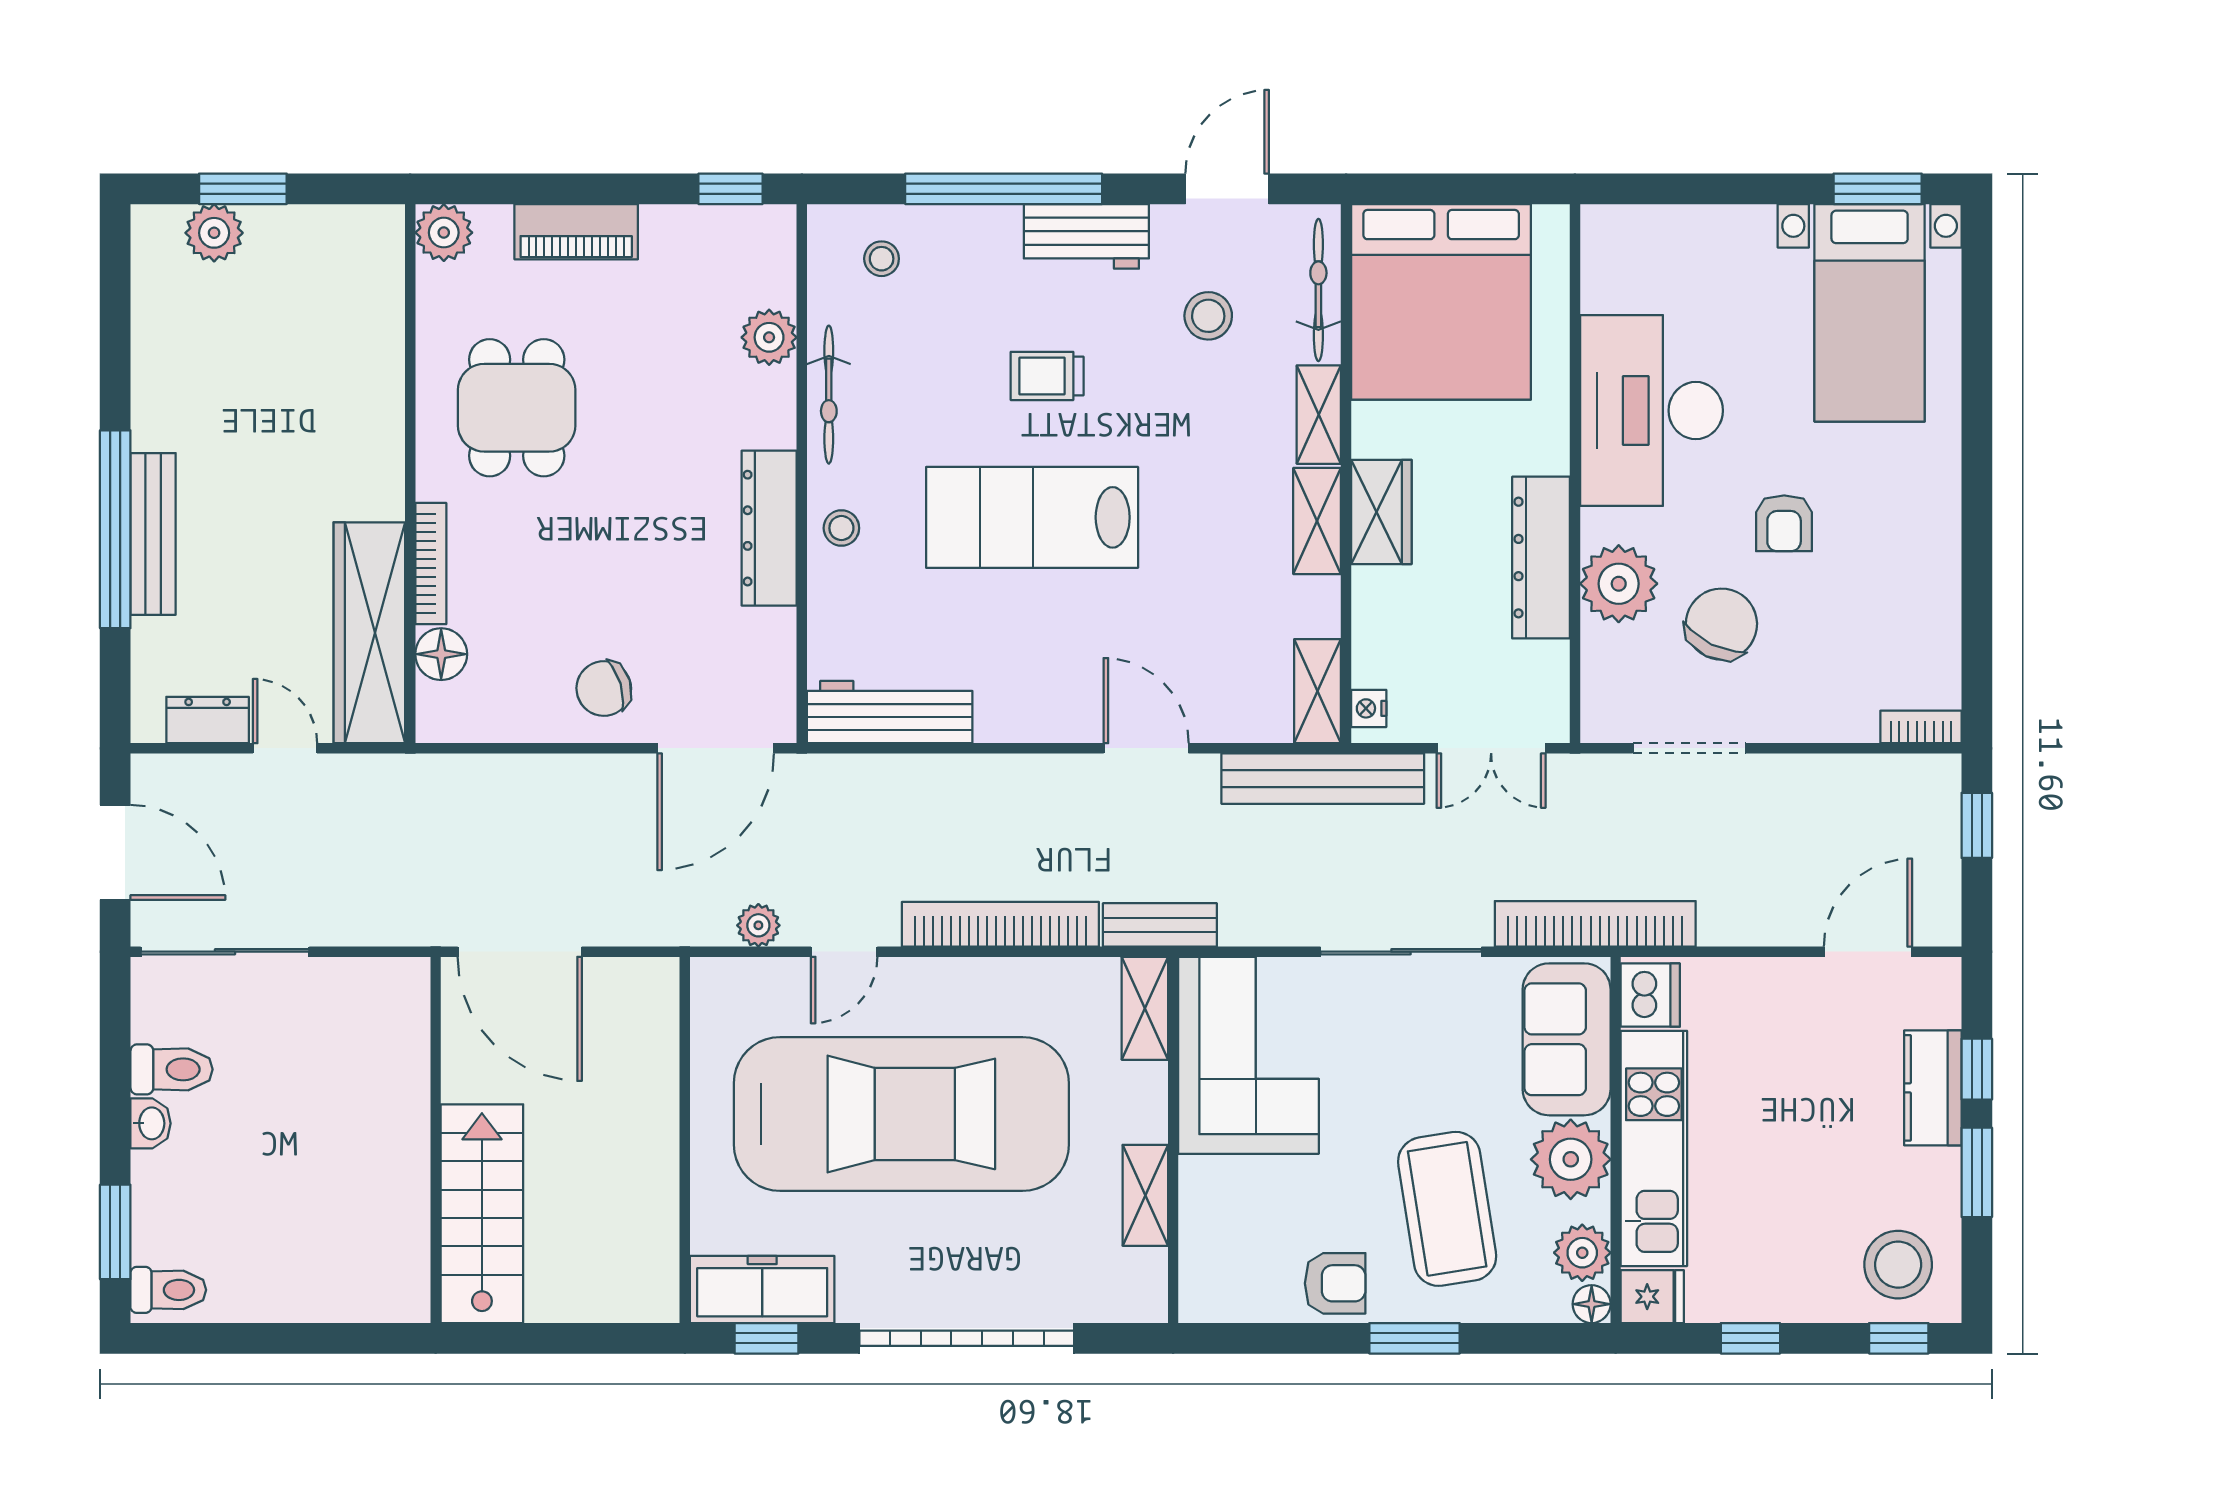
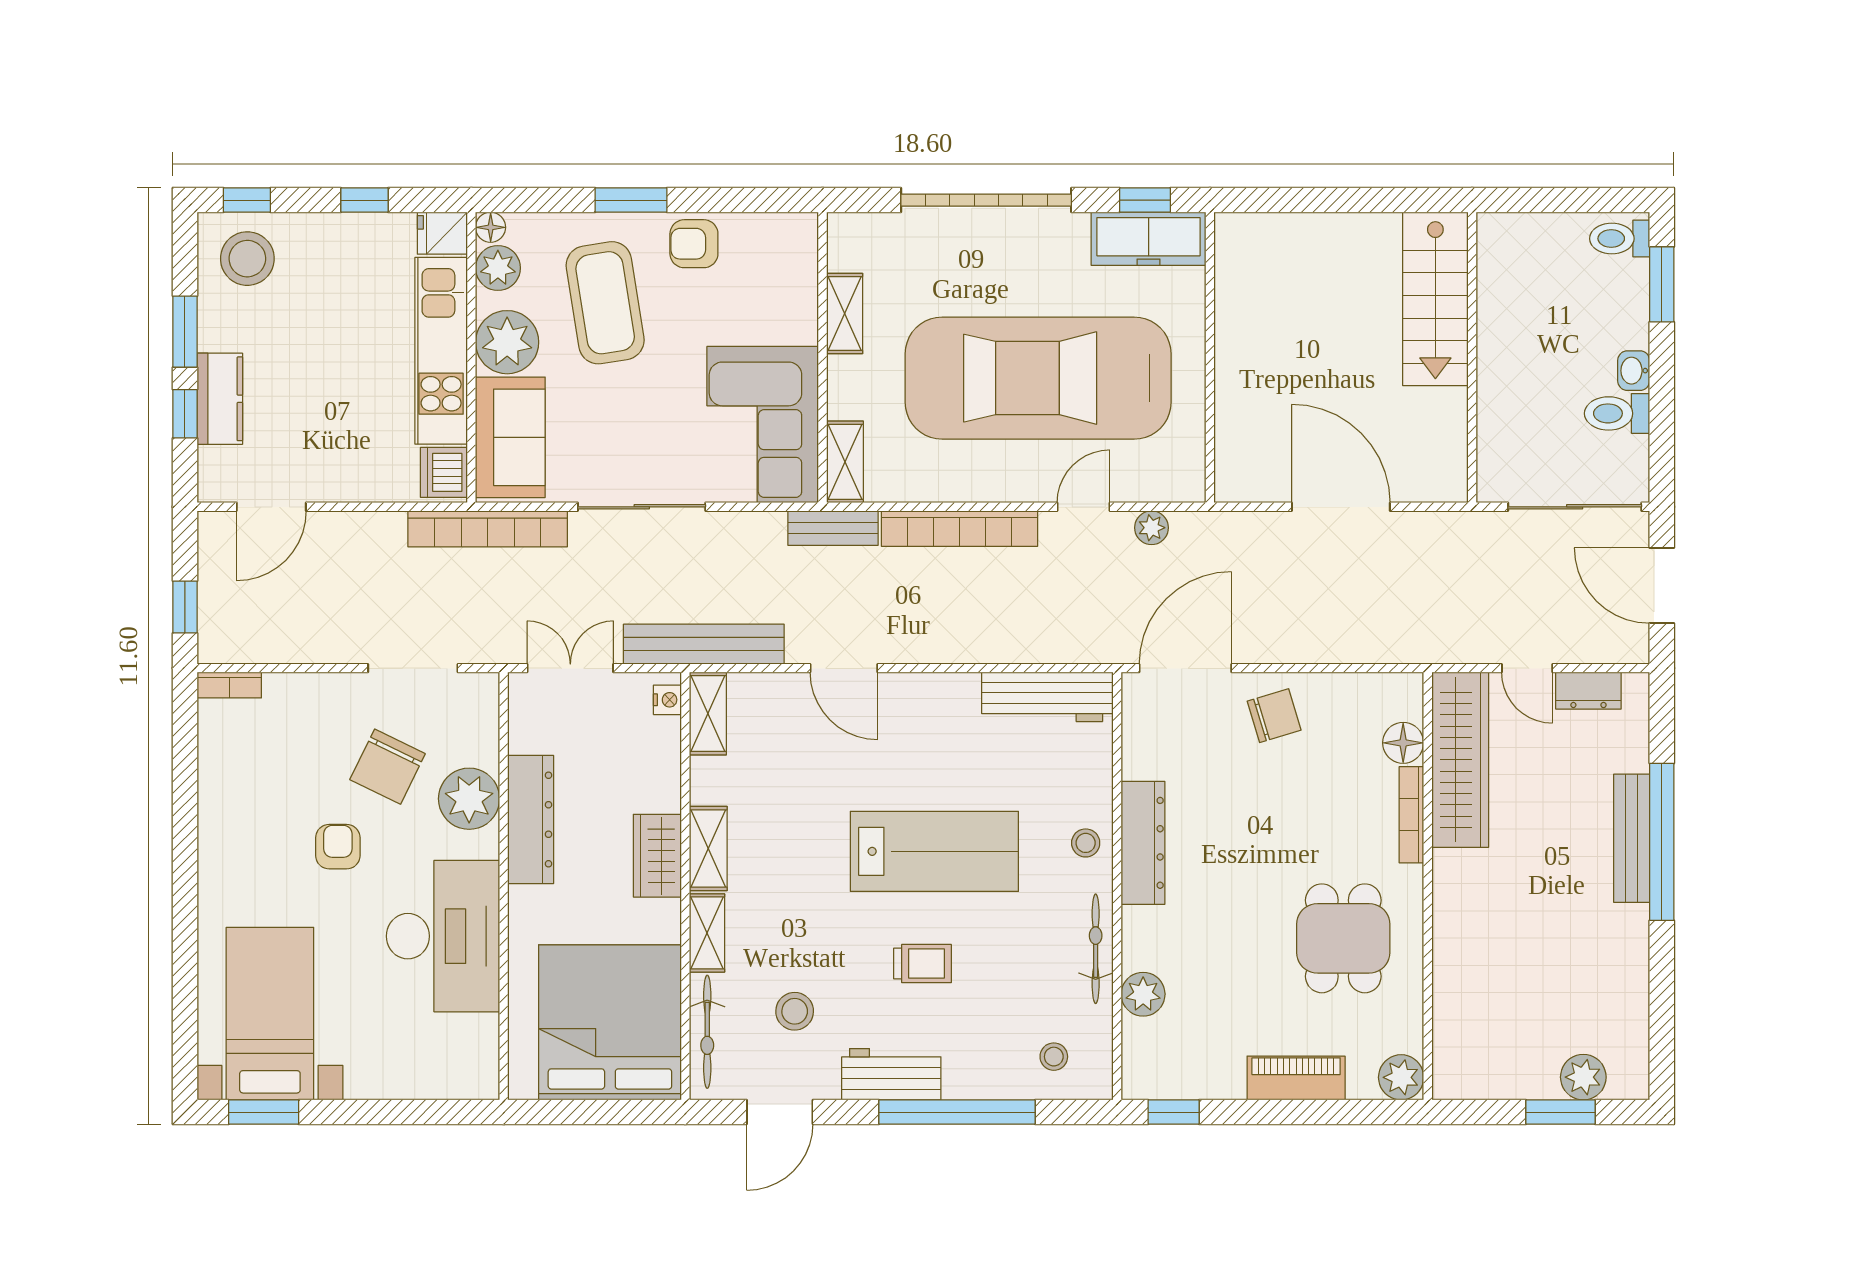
wall: (436, 1140) -> (1472, 357), moved
stairs: (482, 1214) -> (1435, 299), moved

